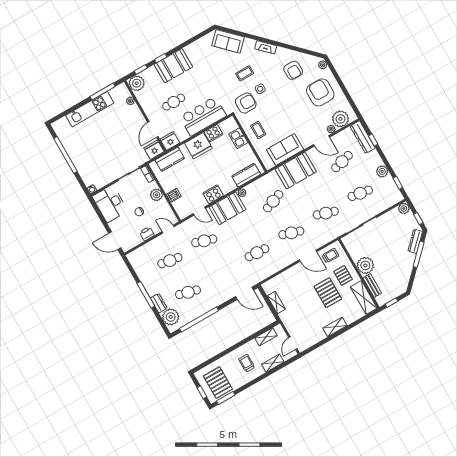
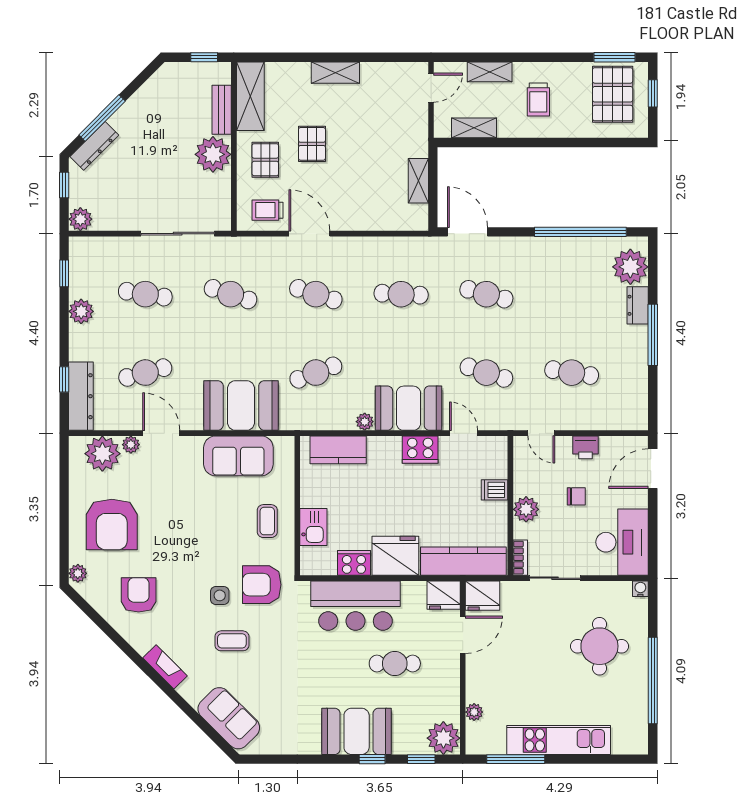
round table: (95, 157) -> (599, 646), added
kitchen counter: (170, 159) -> (463, 561), width x1.50
door: (115, 241) -> (653, 469), swing flipped
cafe table: (188, 292) -> (486, 294), moved
pallet: (328, 293) -> (312, 144), width x0.67, depth x0.71

